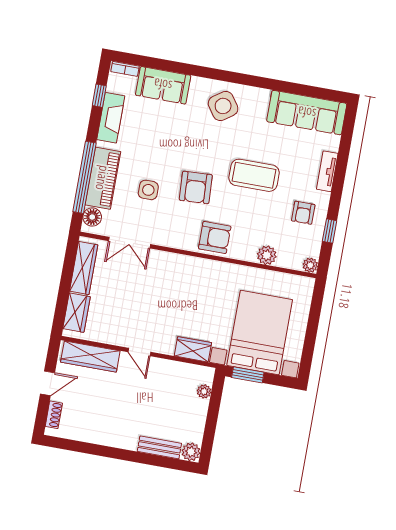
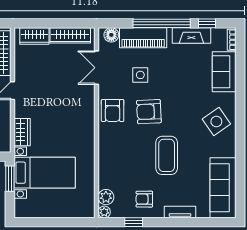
window: (85, 177) -> (162, 23), moved
armchair: (215, 237) -> (113, 111), moved
plant: (267, 255) -> (106, 197), moved
bed with nightstands: (260, 333) -> (45, 173), width x0.73

